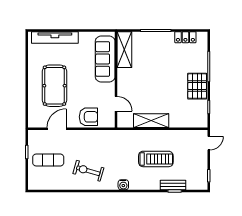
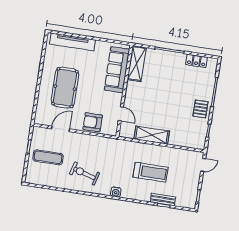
pallet: (197, 86) -> (200, 109), width x0.67, depth x0.71
armchair: (88, 117) -> (93, 122), turned 180

